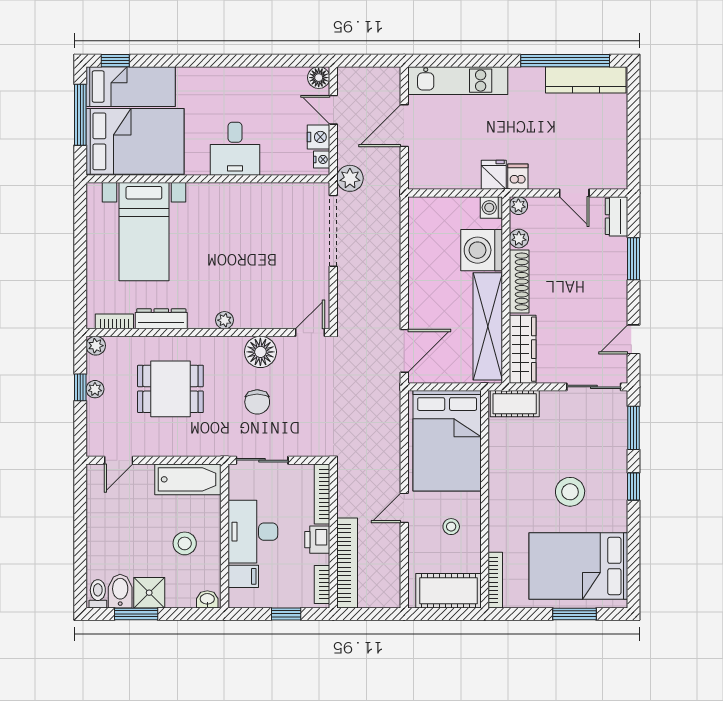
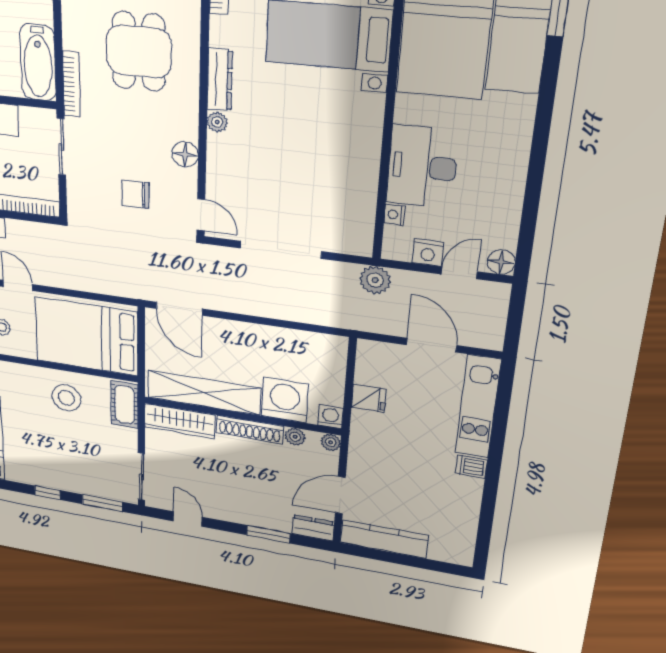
window: (565, 61) -> (487, 513), removed
kitchen counter: (586, 80) -> (384, 539), moved, turned 90
desk: (235, 149) -> (422, 167), width x1.37
nightstand: (322, 159) -> (394, 215), moved, turned 90
fridge: (494, 175) -> (369, 398), moved
dishwasher: (518, 177) -> (471, 467), moved, turned 180
door: (574, 193) -> (340, 495), width x1.37
doorway: (333, 231) -> (281, 250), moved
dresser: (161, 319) -> (220, 80), moved
floor lamp: (260, 352) -> (185, 154), width x0.73, depth x0.73
chair: (257, 402) -> (135, 194), moved
bookcase: (204, 449) -> (71, 84), added
stool: (570, 492) -> (66, 398), moved

